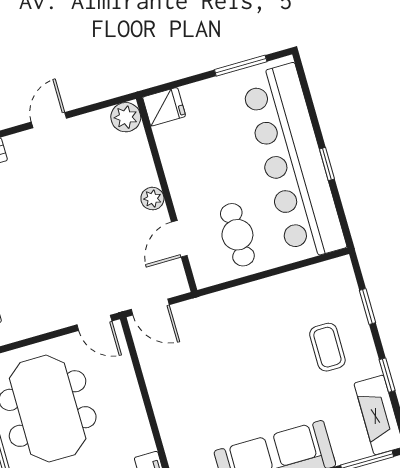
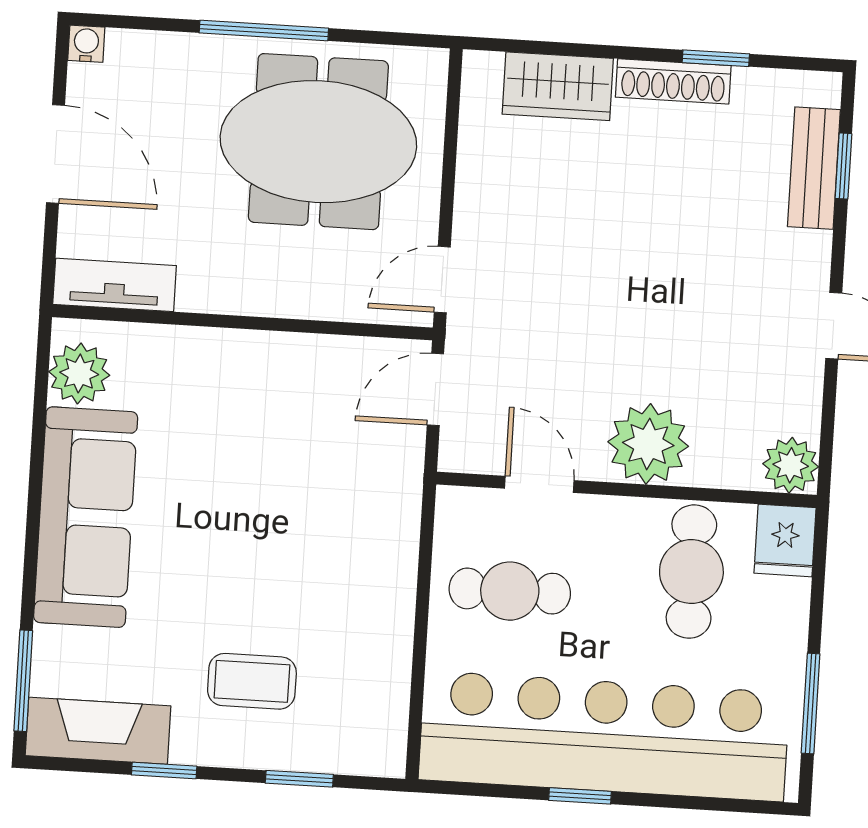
cafe table: (196, 148) -> (691, 572), added
plant: (152, 199) -> (648, 444), width x1.88, depth x1.88

